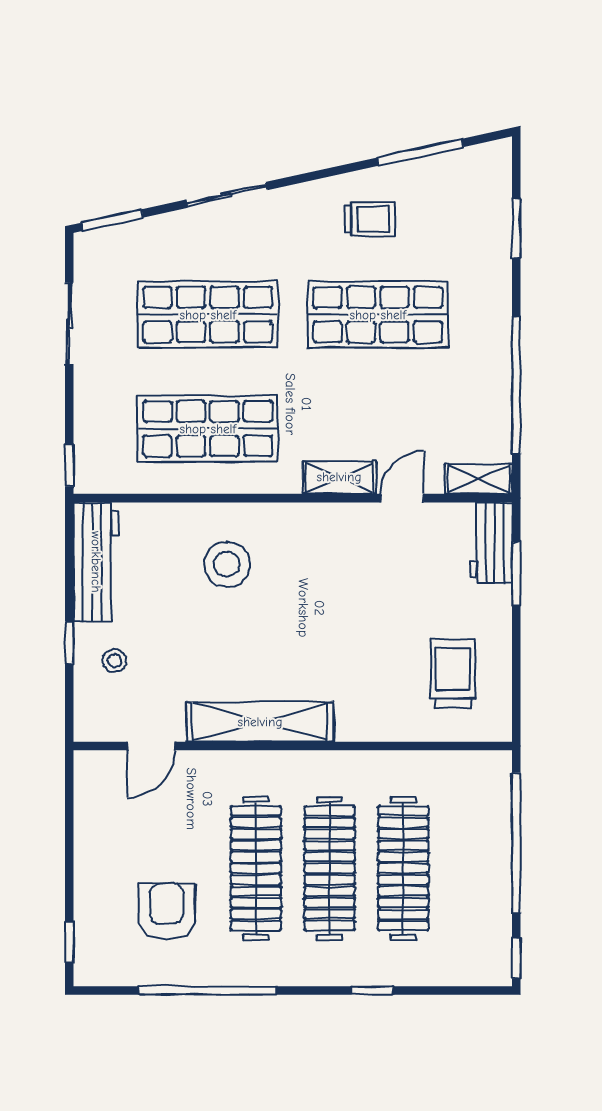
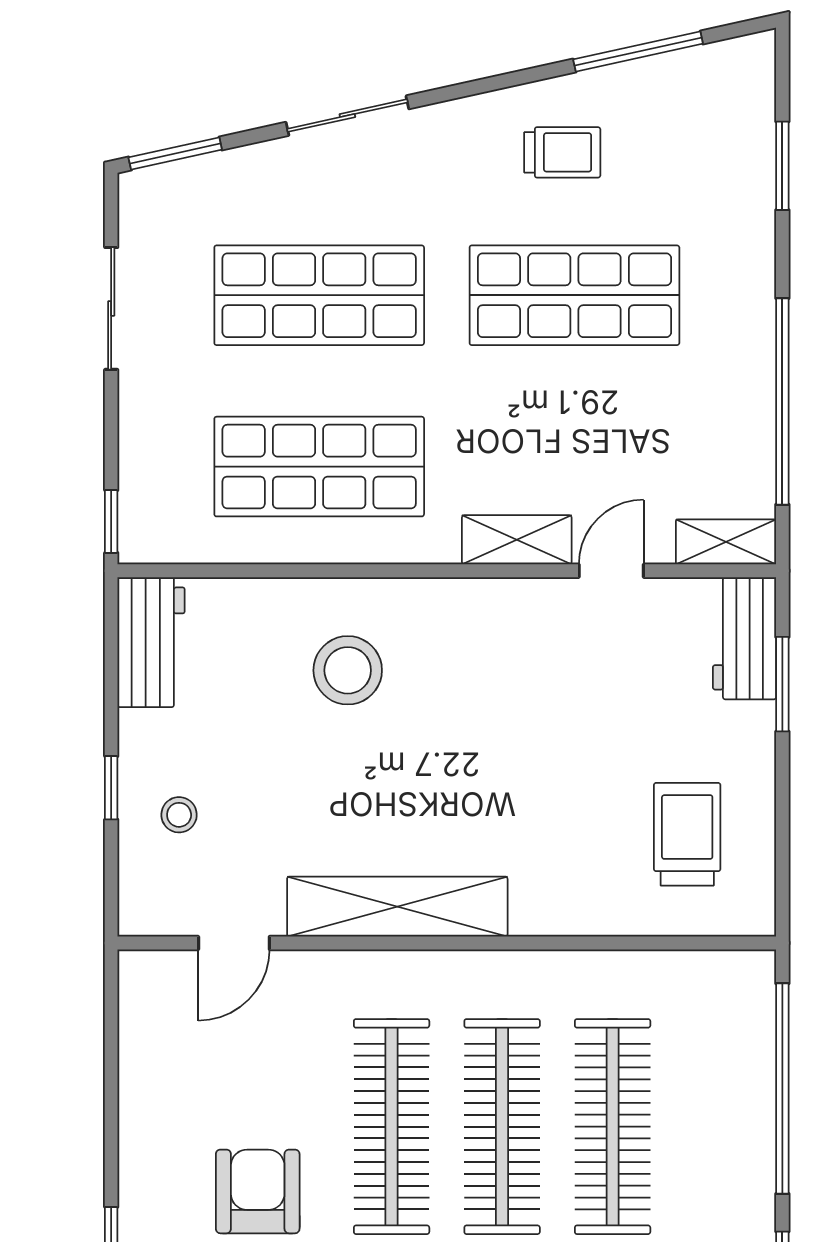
workbench: (96, 562) -> (151, 642), width x0.73

